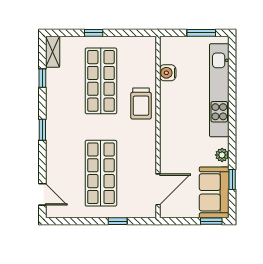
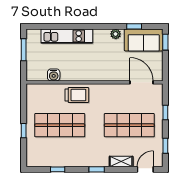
shelving: (53, 52) -> (121, 162), moved
kitchen unit: (219, 90) -> (67, 36), width x0.73
window: (74, 221) -> (165, 146), added

